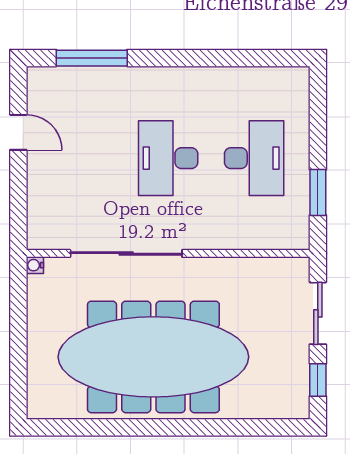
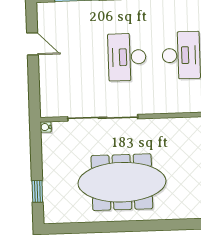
meeting table: (153, 357) -> (122, 182), width x0.73, depth x0.79
window: (18, 367) -> (37, 191), added

